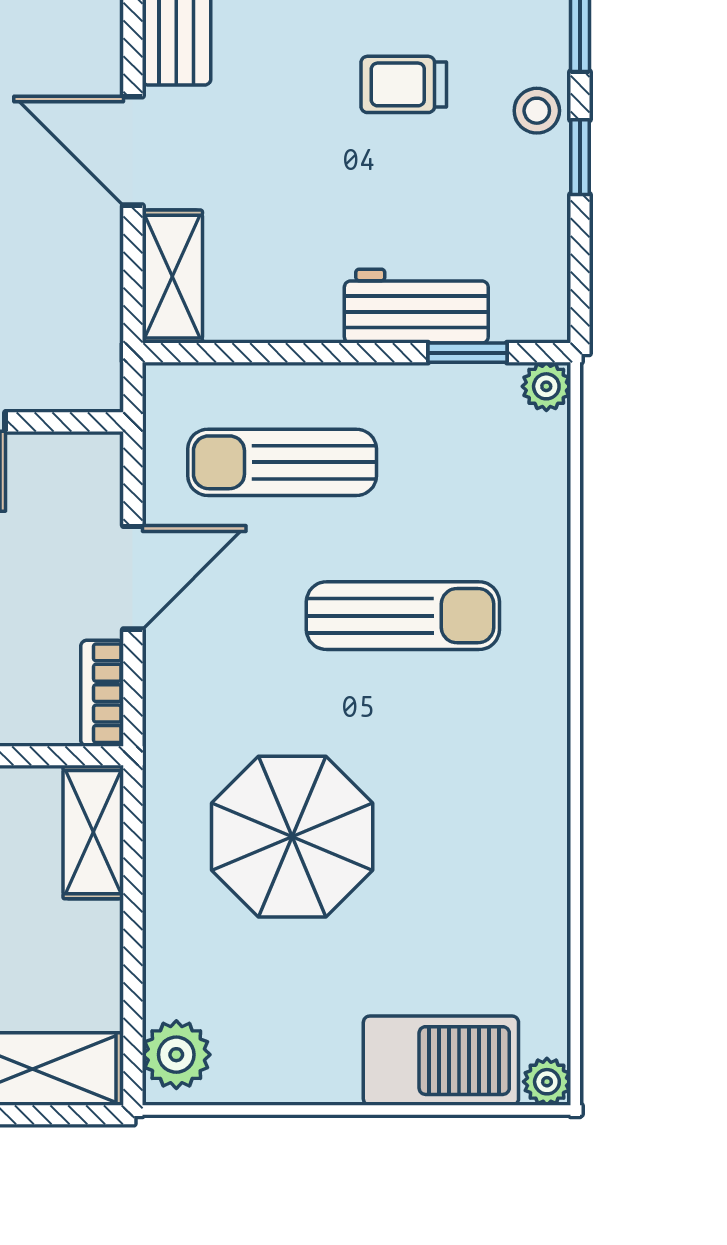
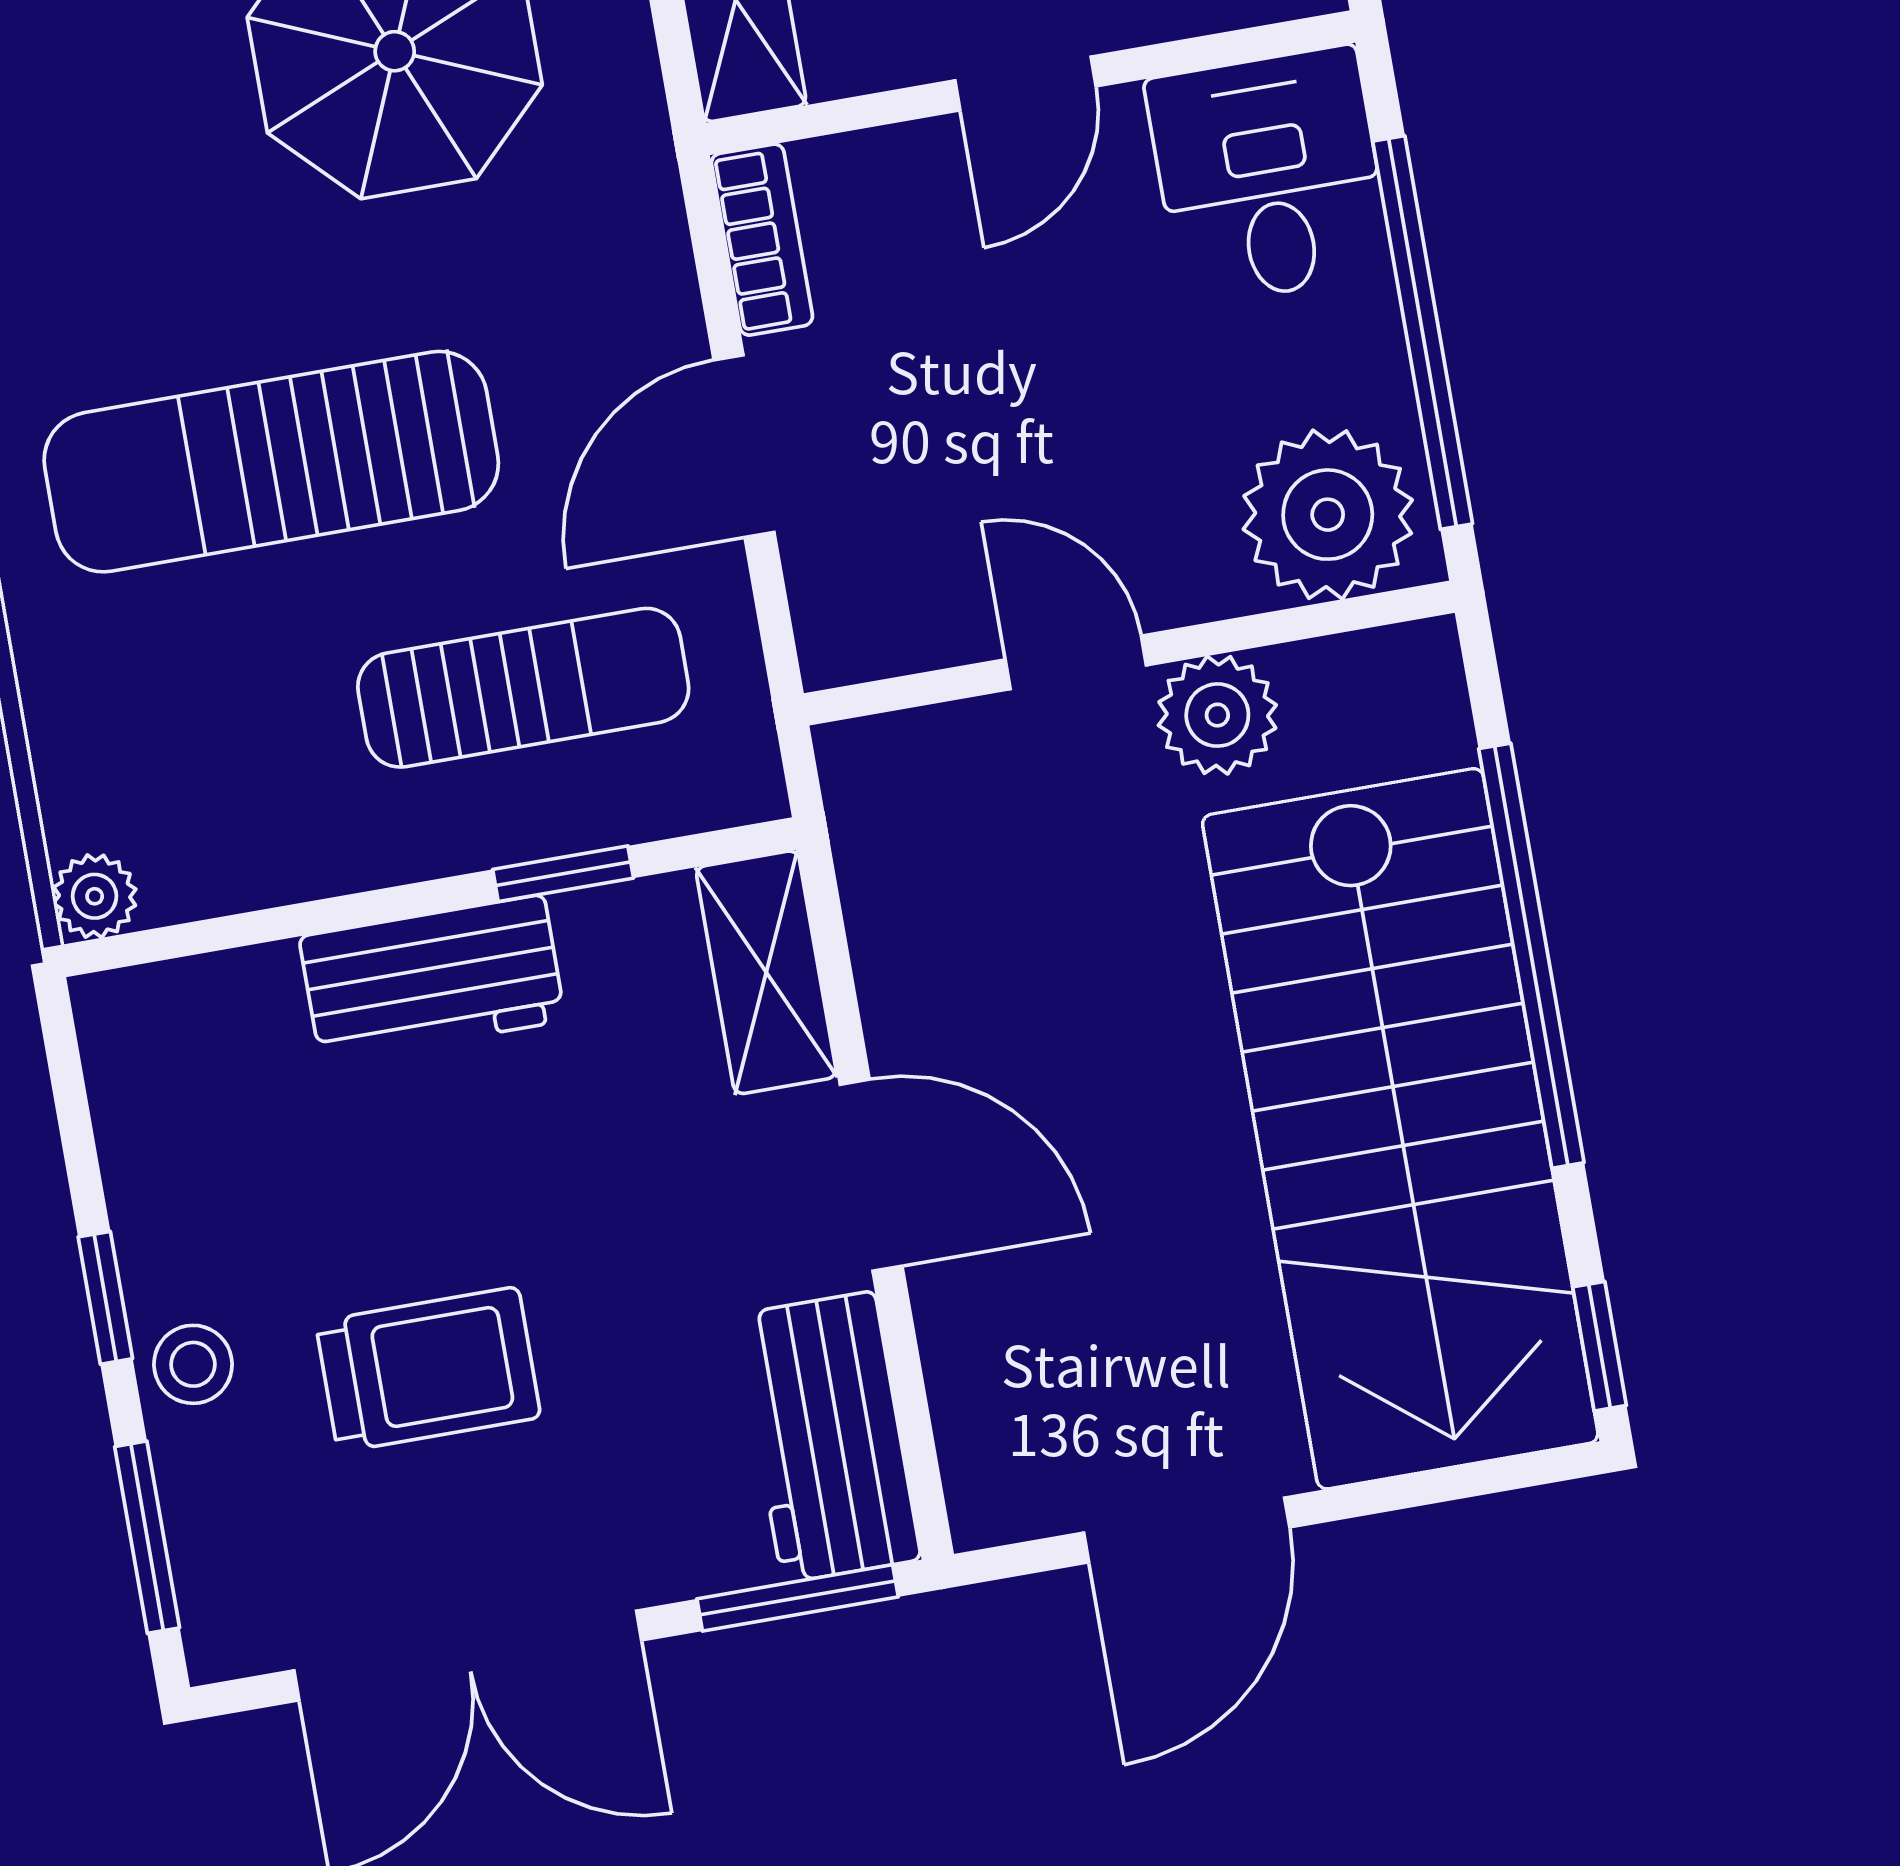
trolley: (404, 84) -> (428, 1370), width x1.36, depth x1.39
workbench: (416, 306) -> (432, 979), moved
window: (468, 353) -> (563, 874), moved
sun lounger: (403, 616) -> (271, 462), width x1.36, depth x1.34

